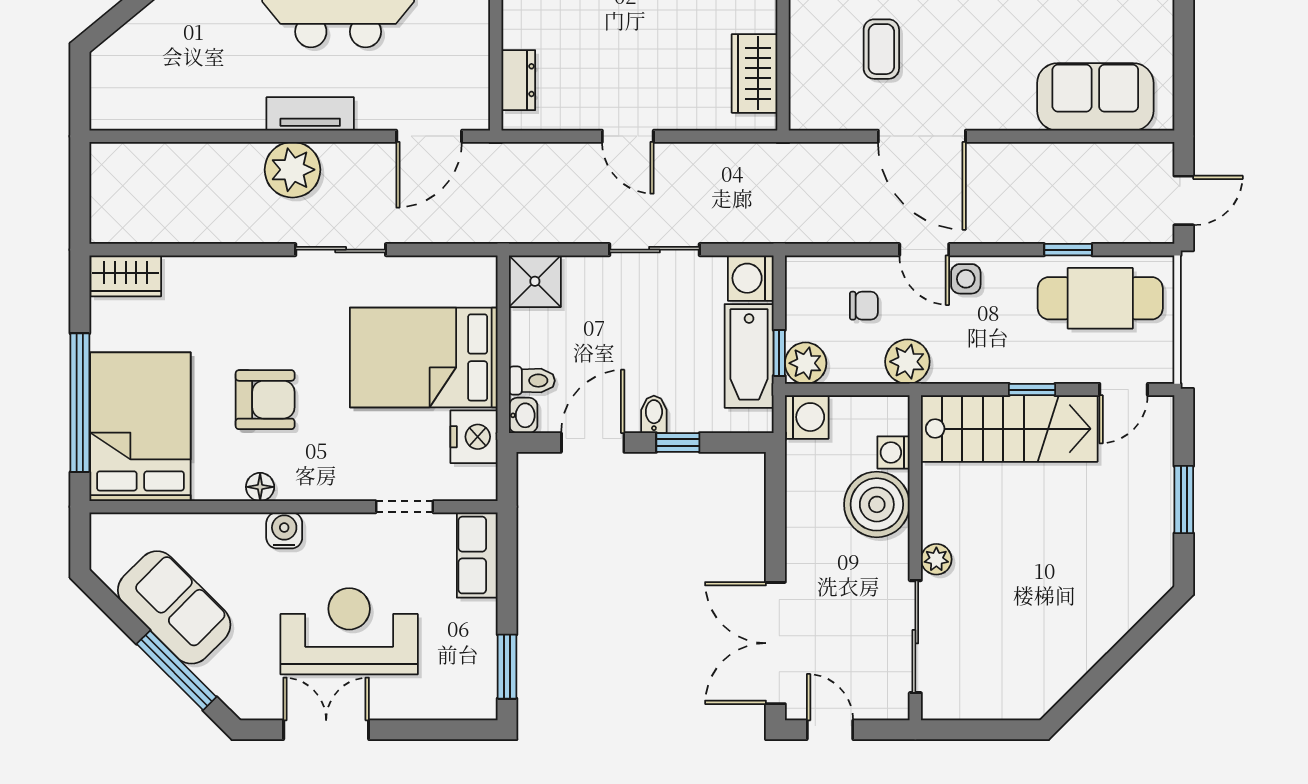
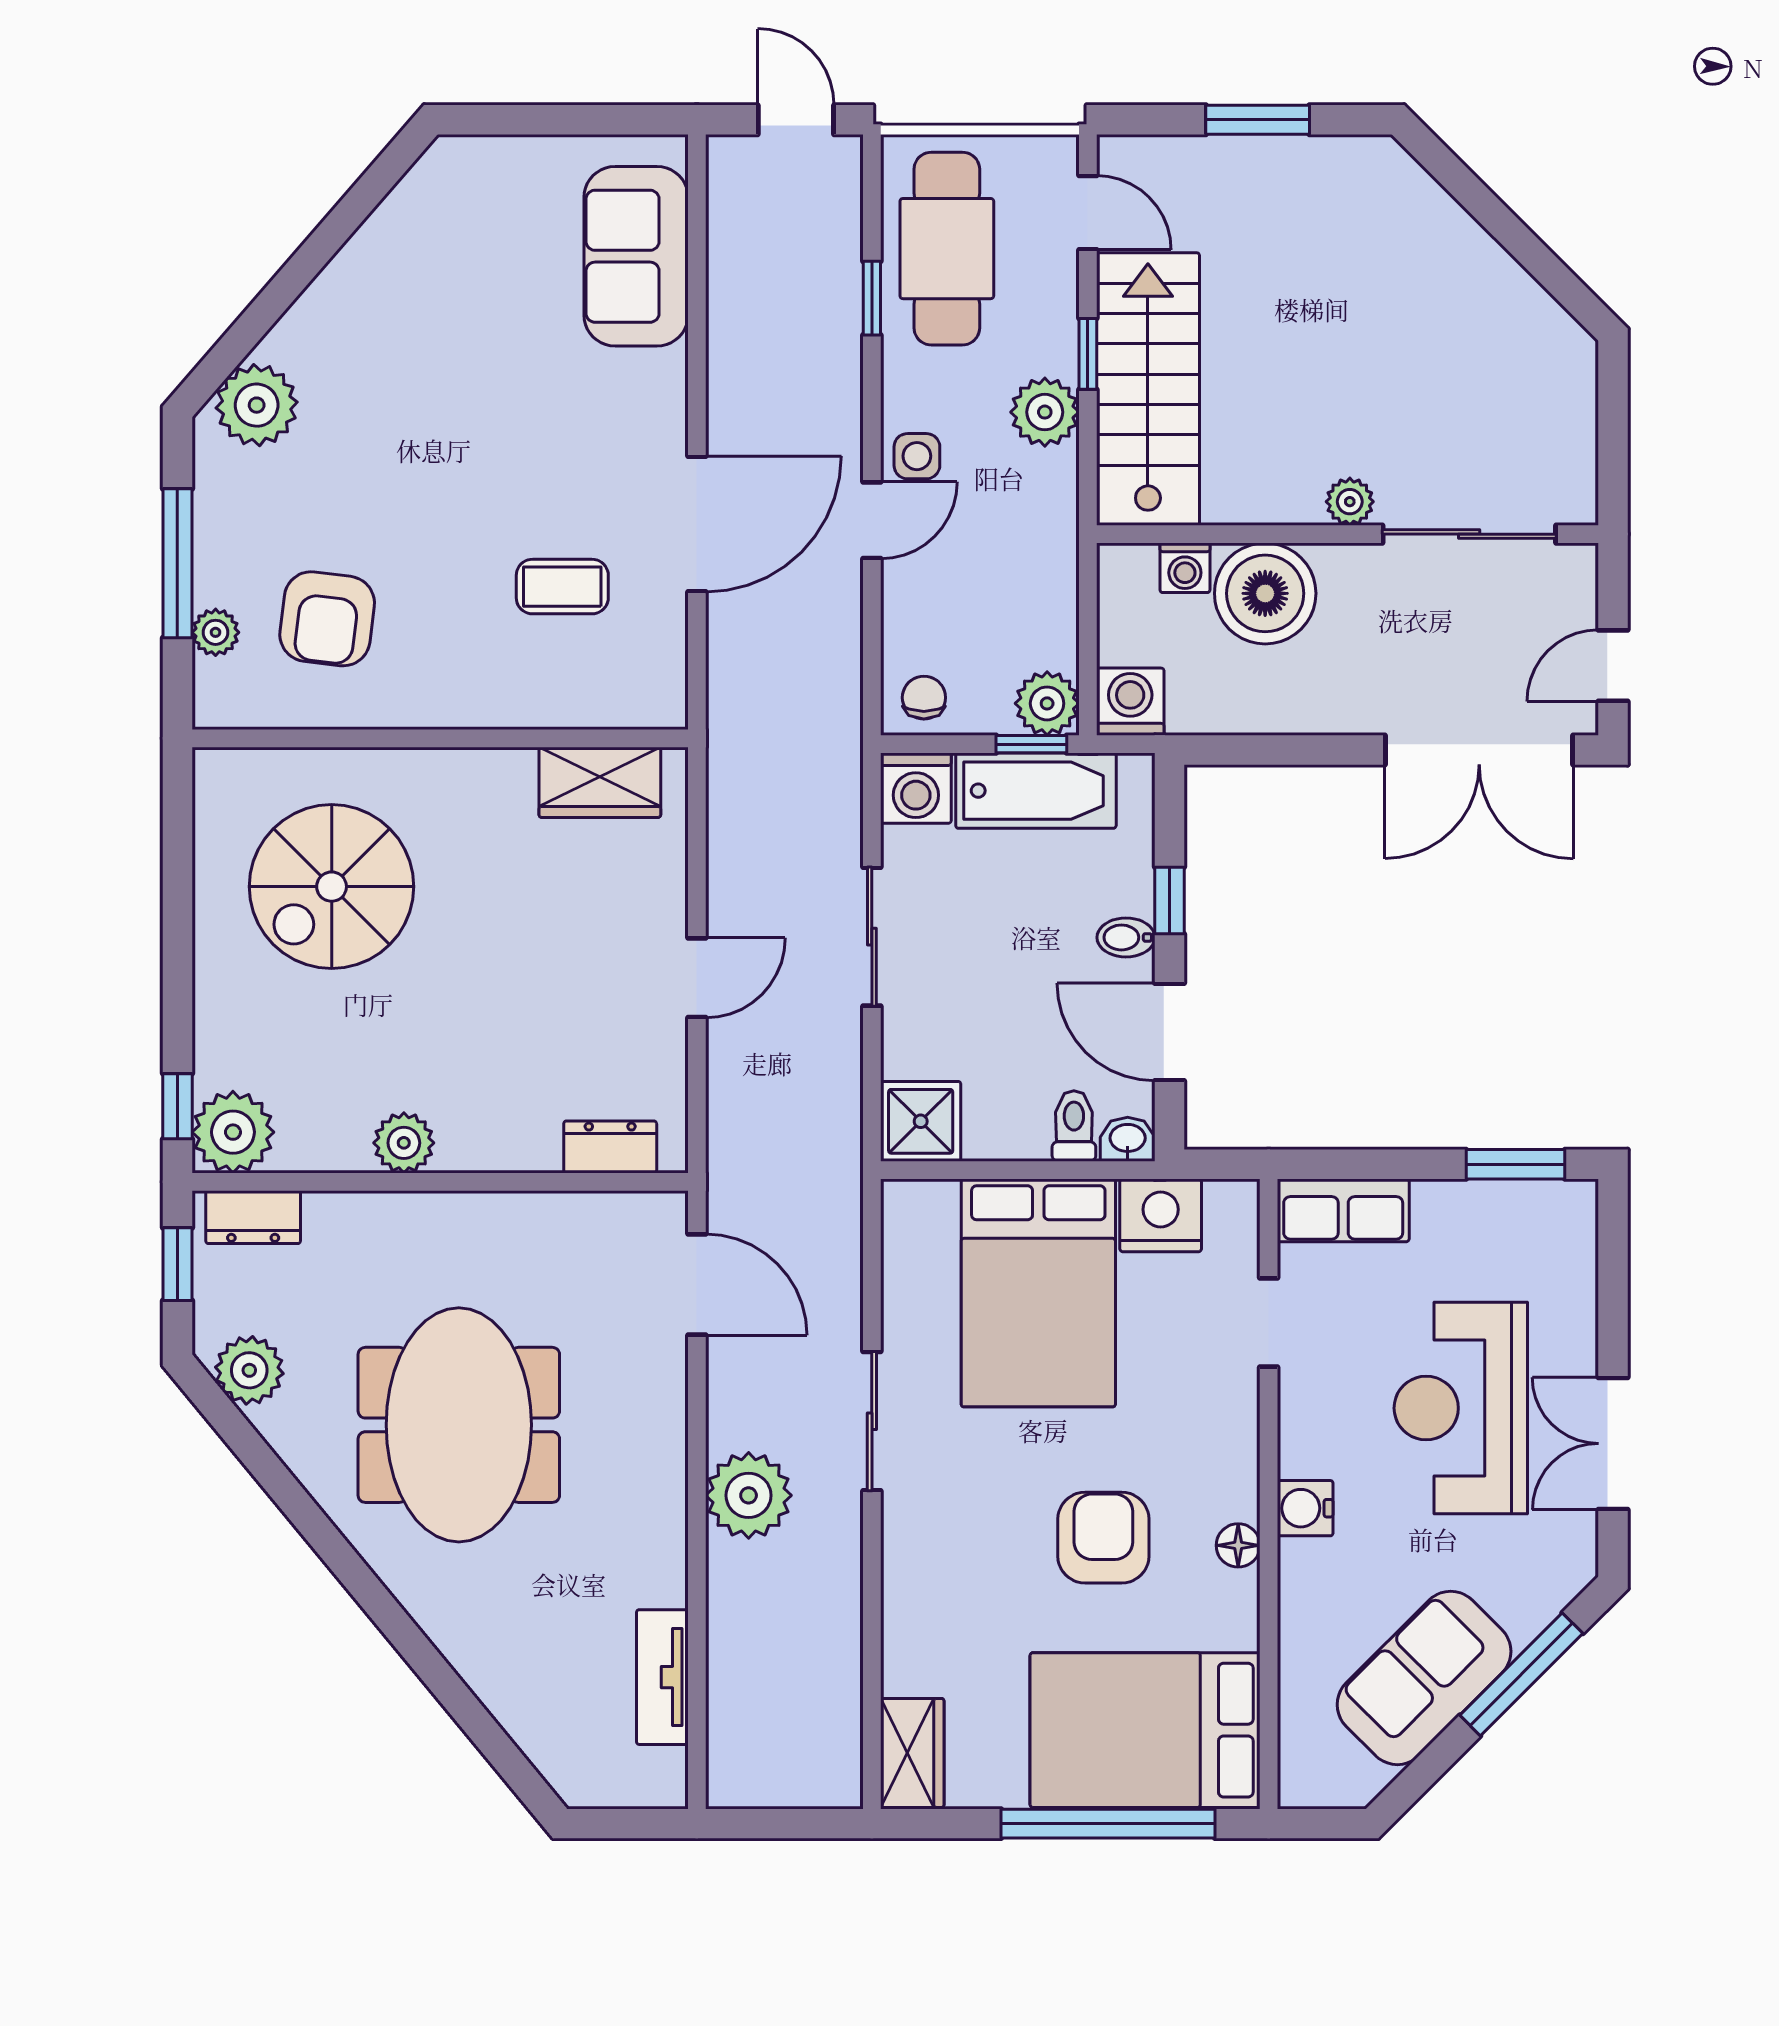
tv unit: (310, 114) -> (662, 1677), moved
chair: (864, 306) -> (924, 698), moved
plant: (907, 362) -> (1045, 412), moved

